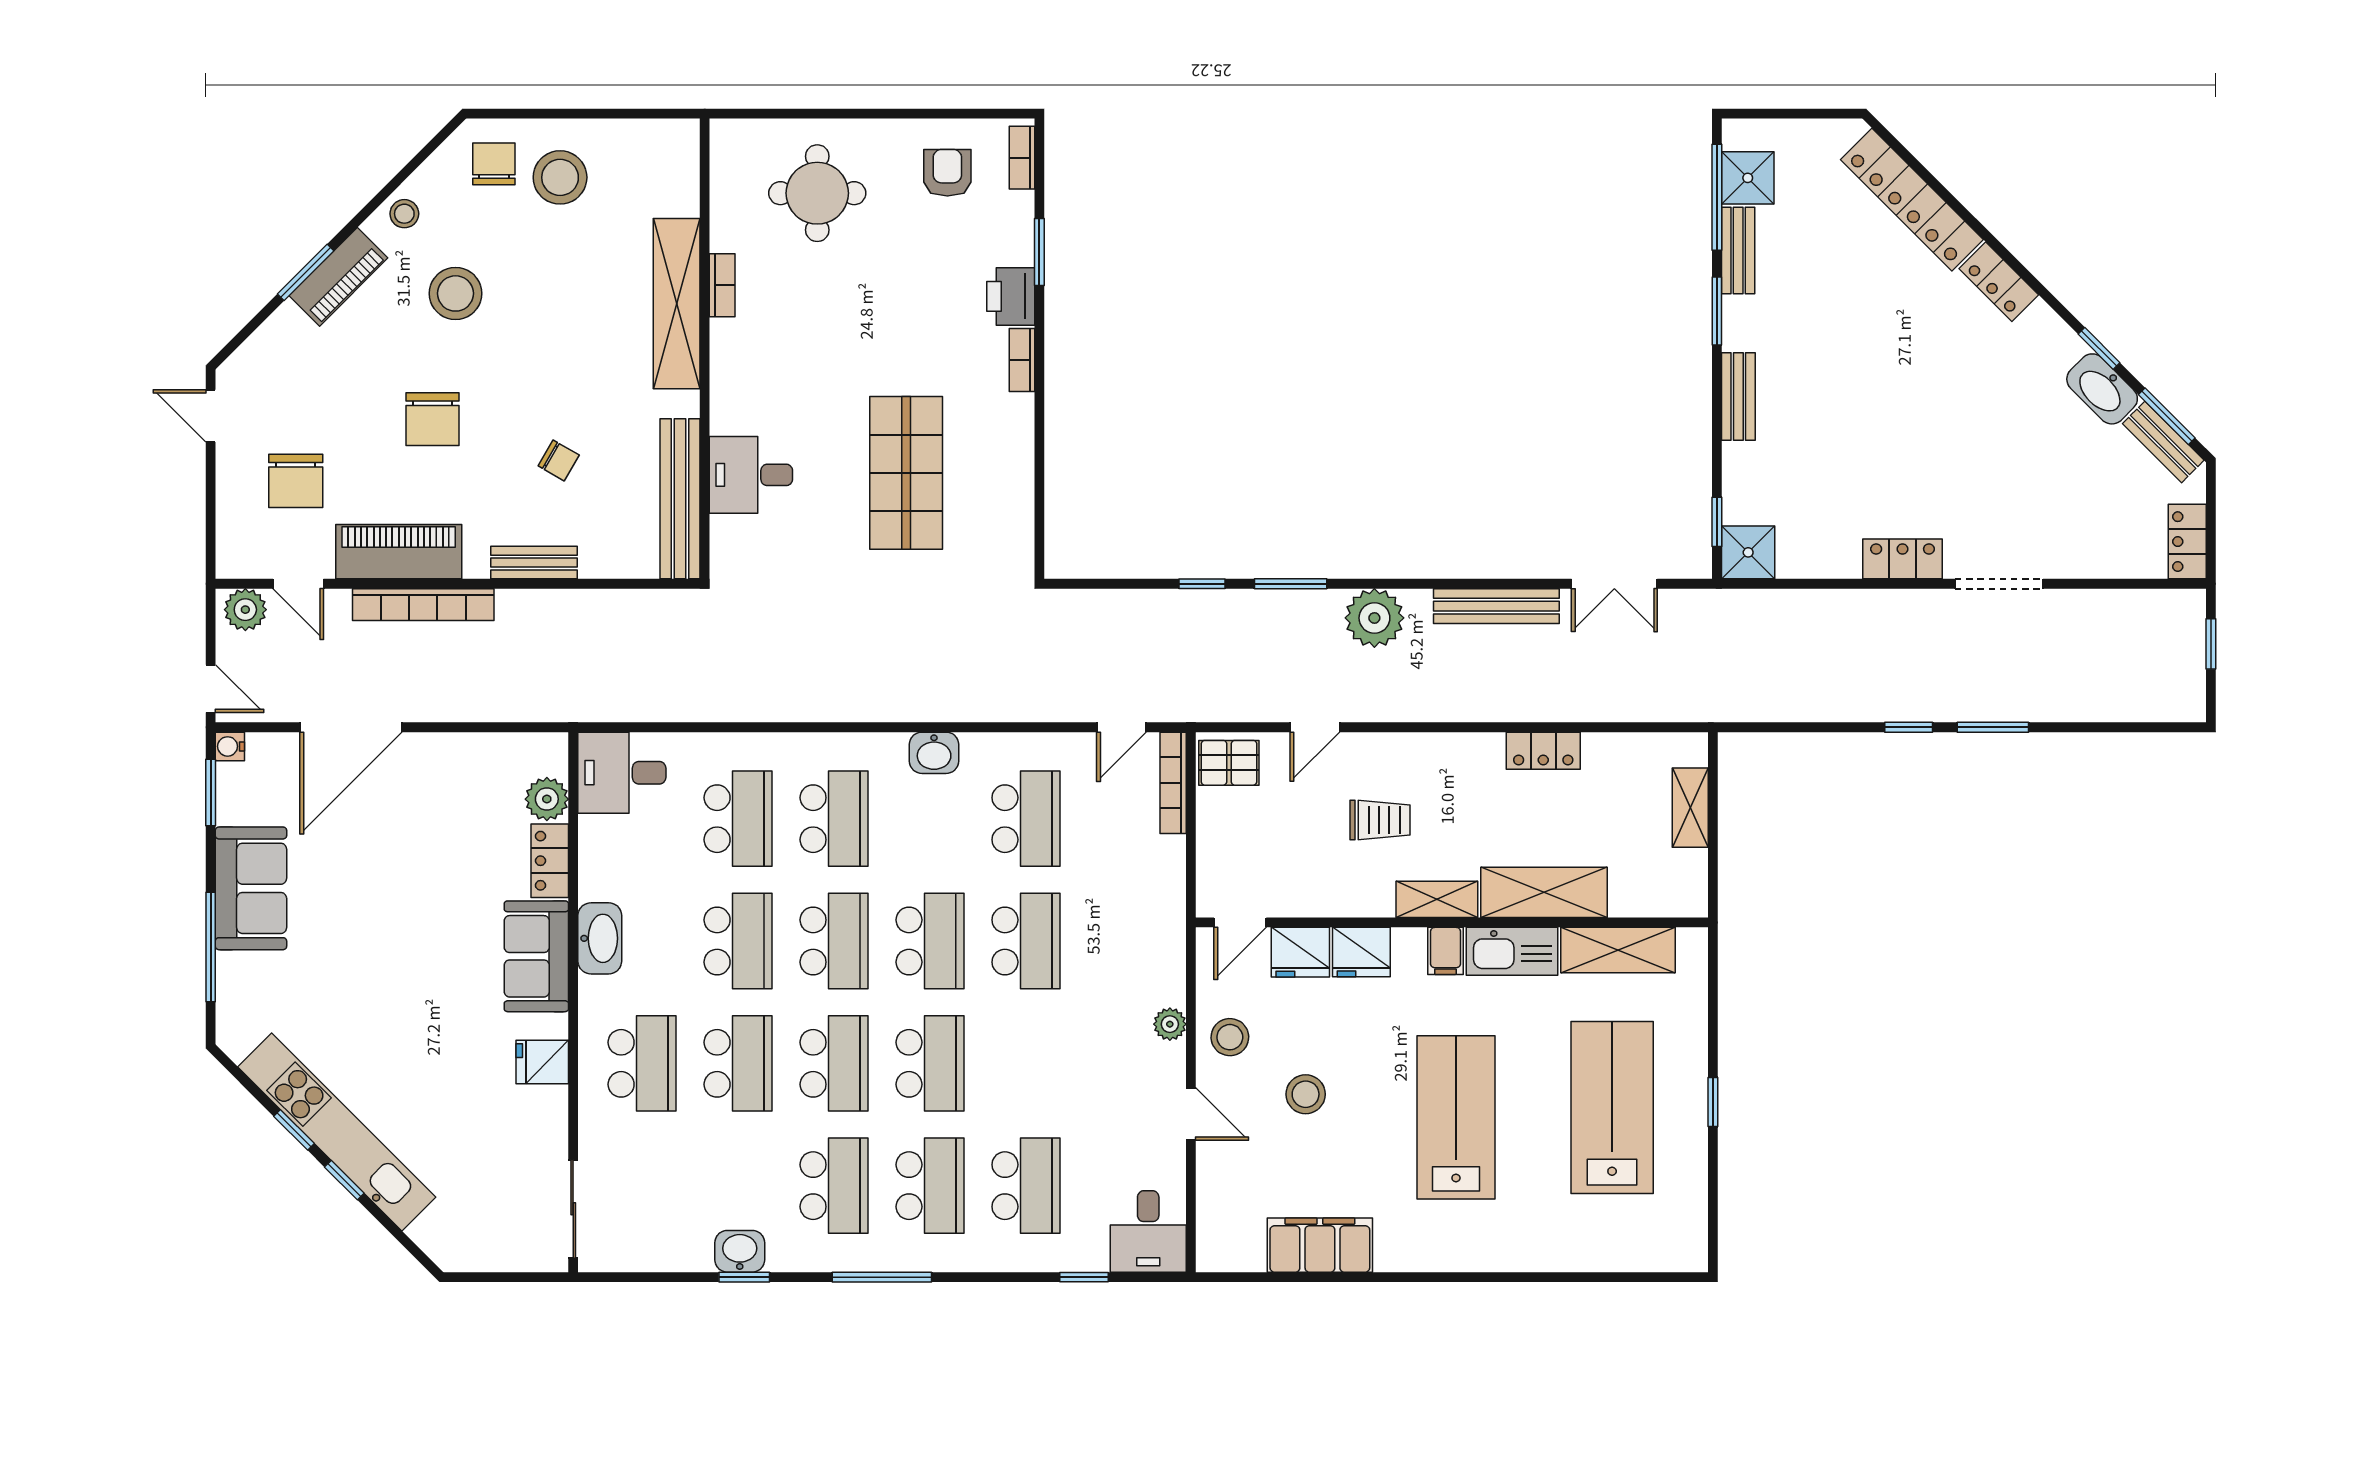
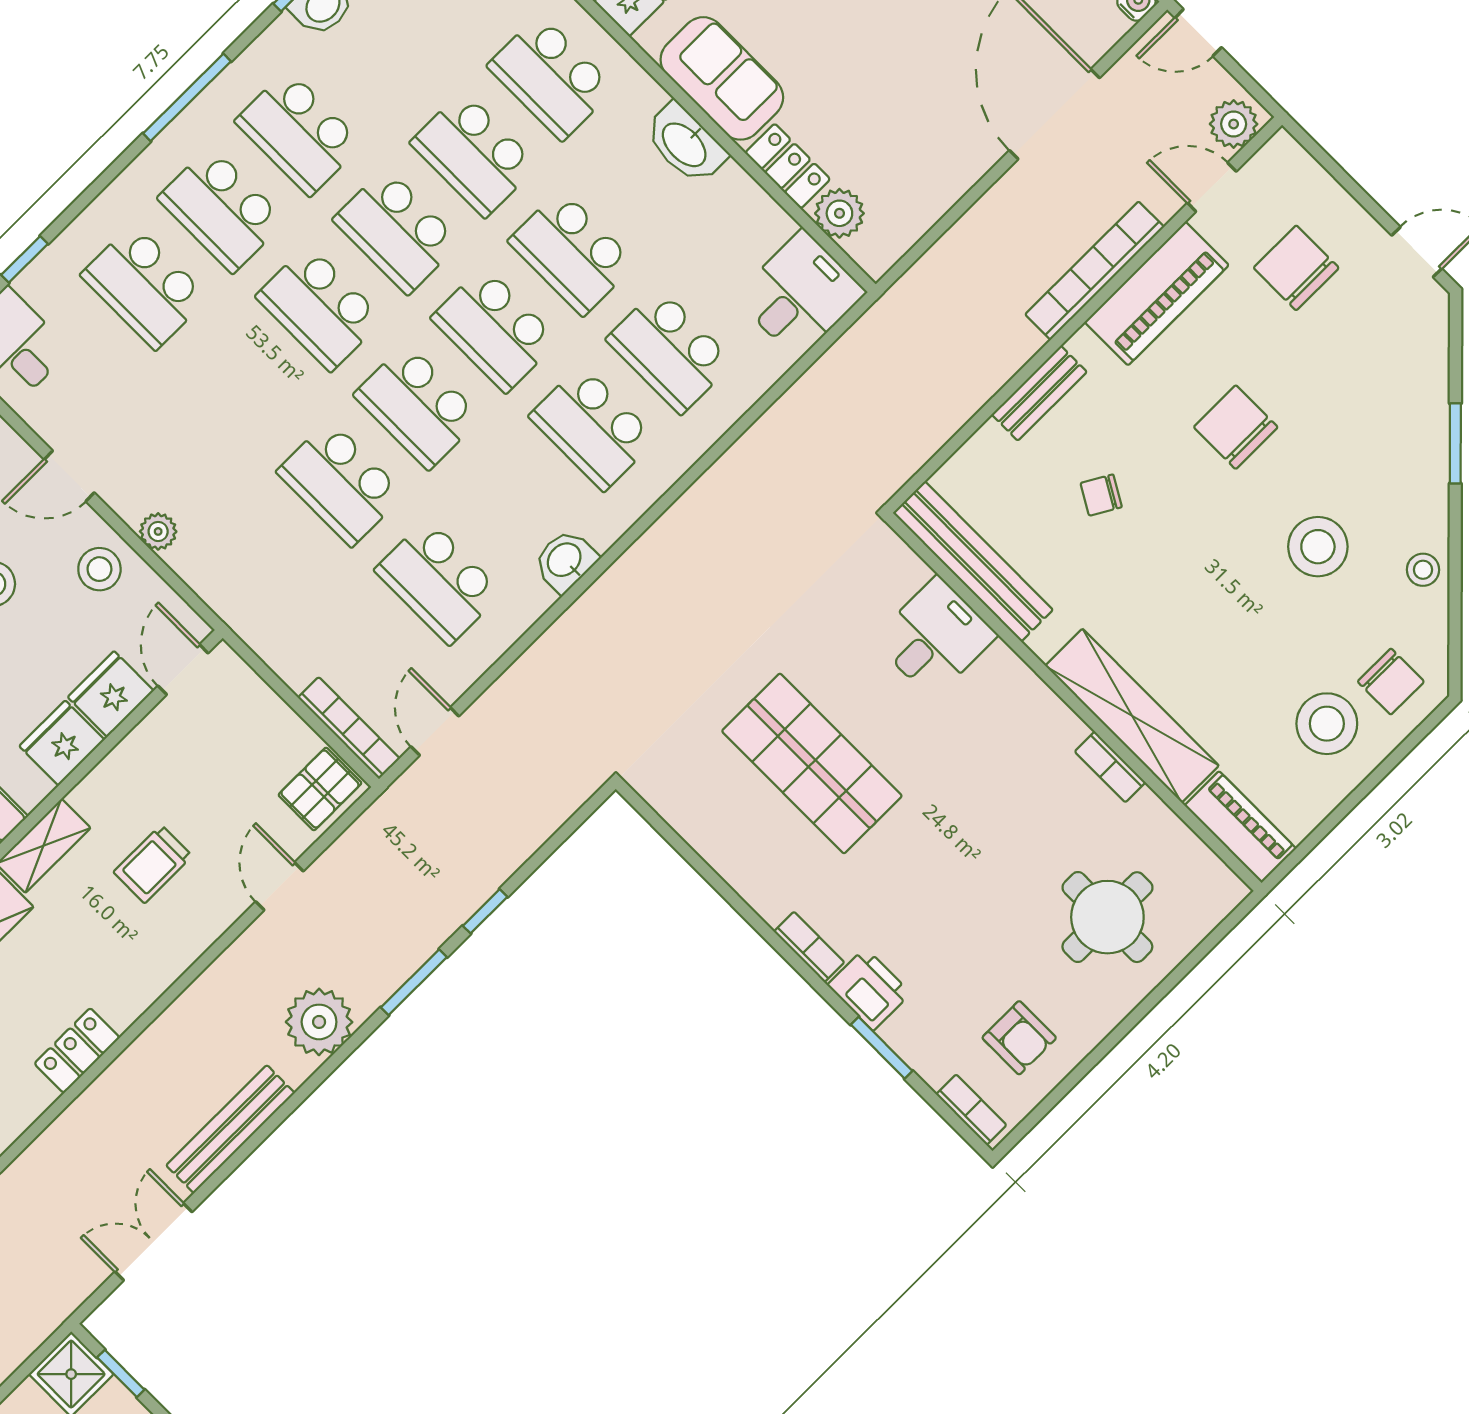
piano: (338, 277) -> (1240, 827), moved, turned 135

